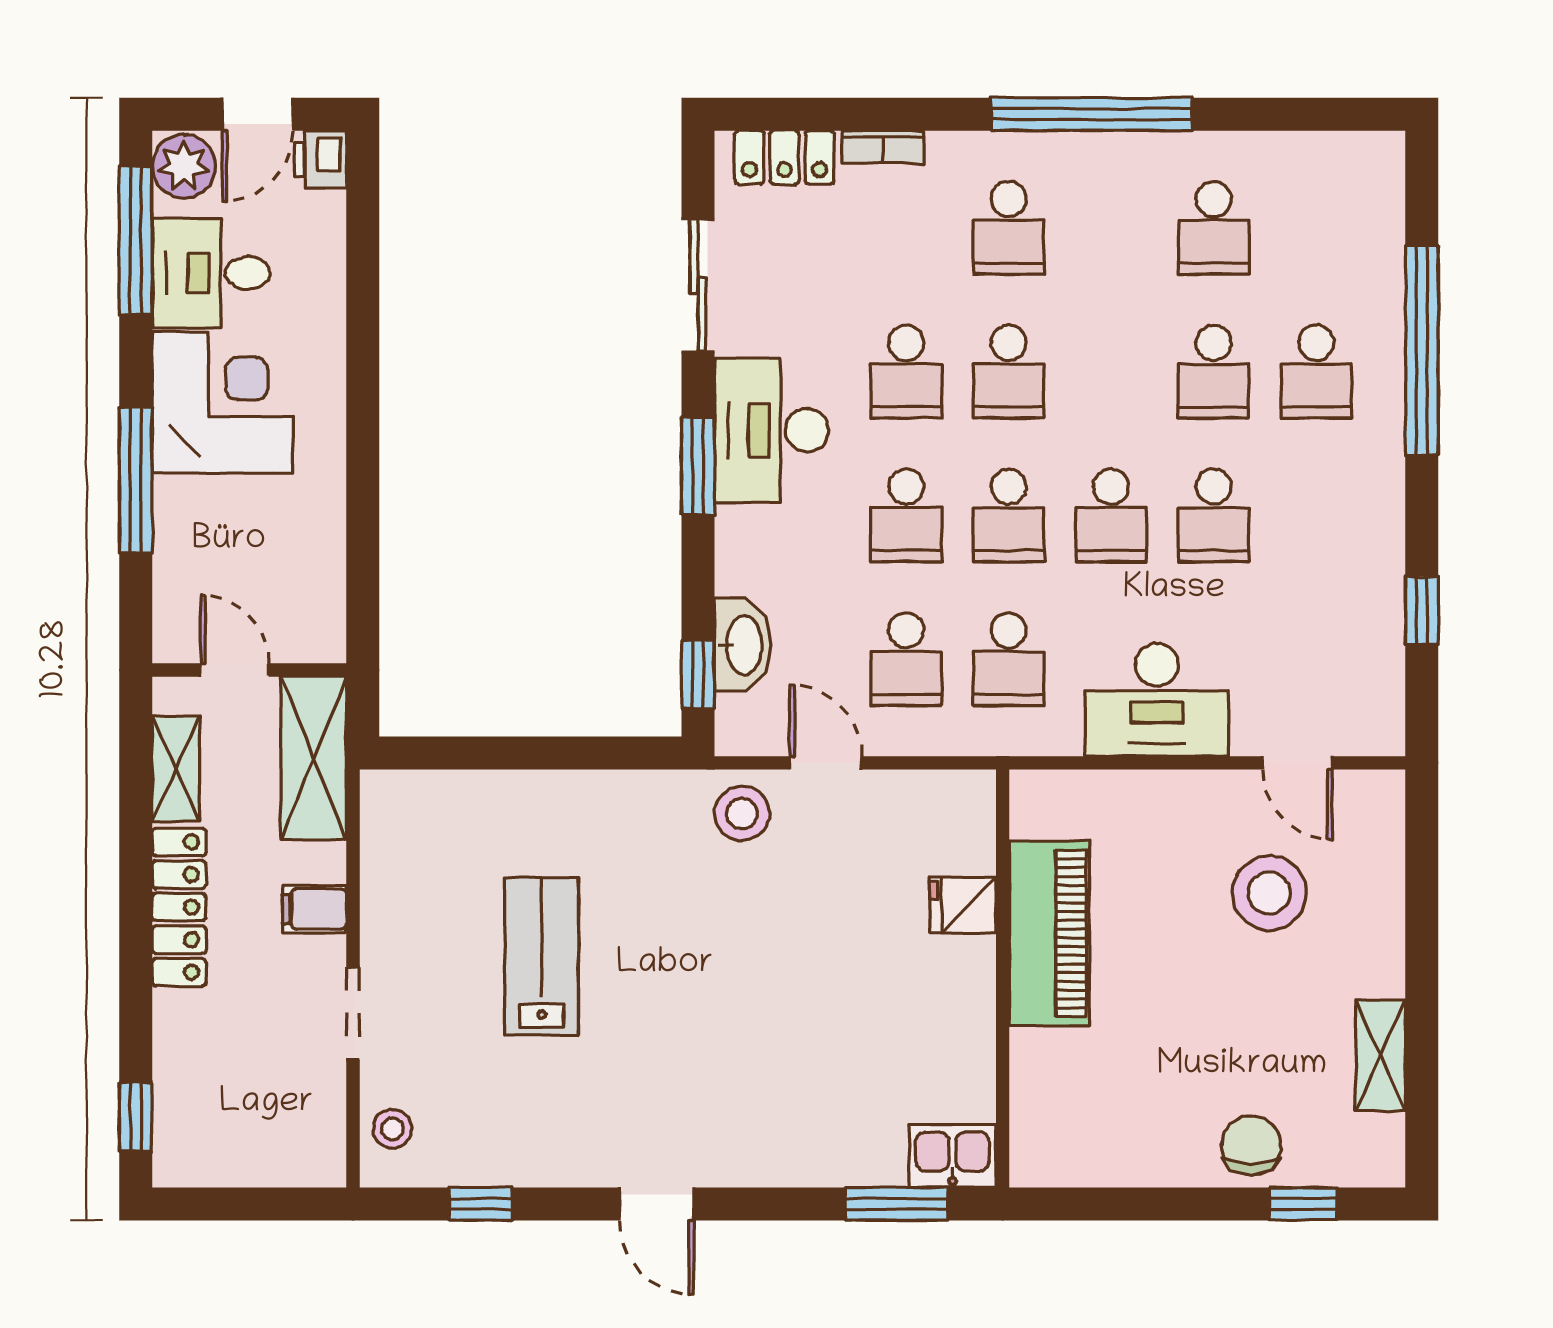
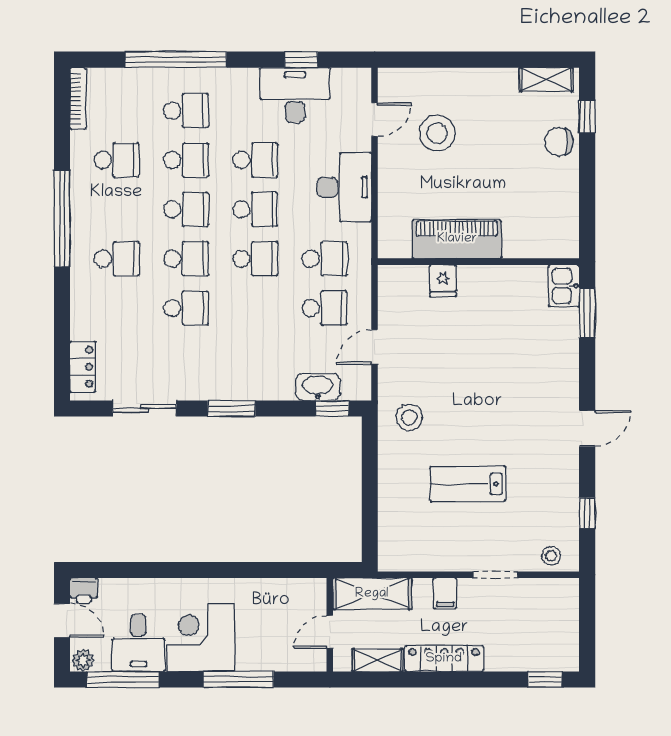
bookcase: (883, 147) -> (78, 98), moved, width x1.56
plant: (184, 166) -> (83, 660), width x0.73, depth x0.73
desk: (771, 430) -> (295, 95), moved, turned 180
school desk: (906, 515) -> (186, 209), moved
stool: (742, 814) -> (409, 417), moved
shelving: (1381, 1056) -> (546, 80), moved

